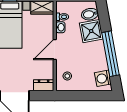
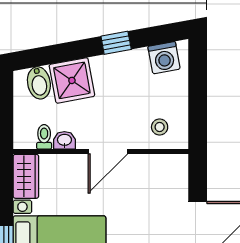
door: (55, 49) -> (108, 151), hinge flipped
window: (110, 54) -> (116, 43), width x0.32
dresser: (44, 85) -> (178, 173), removed

